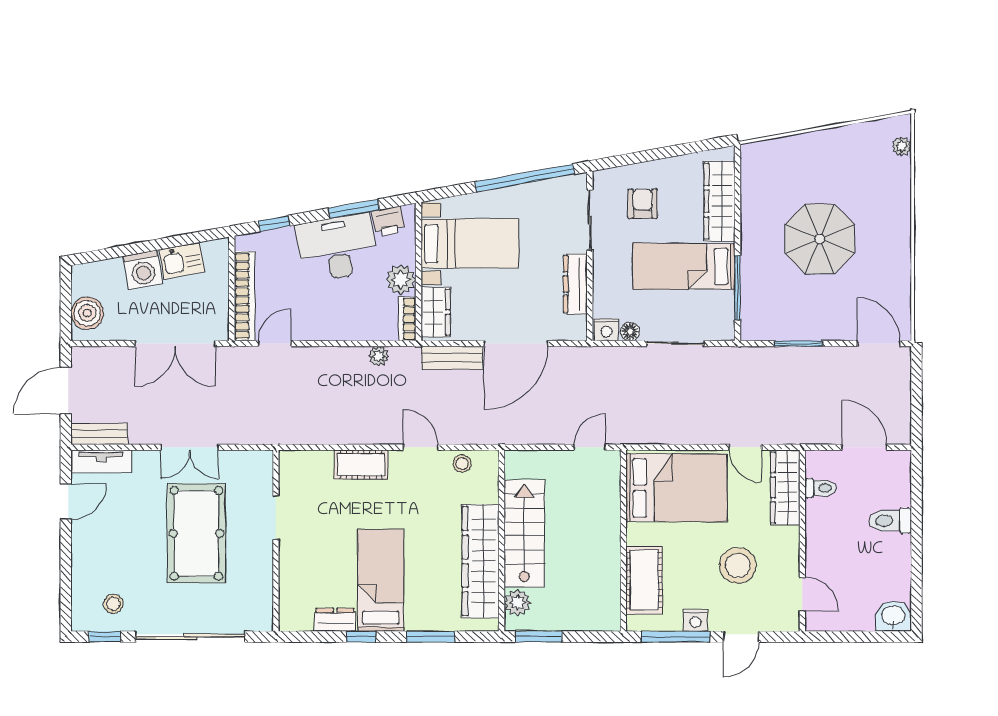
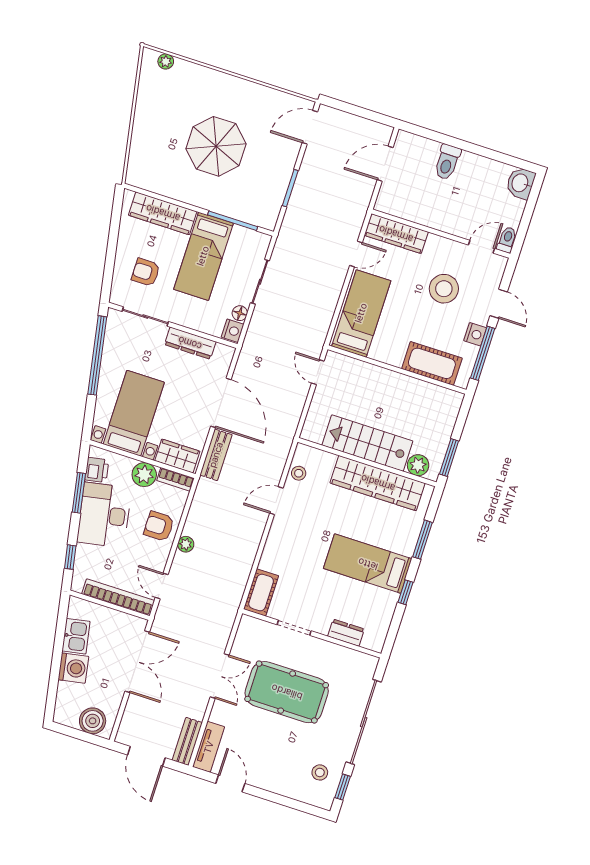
armchair: (345, 317) -> (159, 526), added
plant: (379, 356) -> (186, 544), moved
cot: (361, 464) -> (261, 592), moved
bed: (676, 488) -> (361, 313), width x0.67
toilet: (821, 488) -> (507, 240), moved
dresser: (335, 620) -> (346, 633), moved, turned 90

